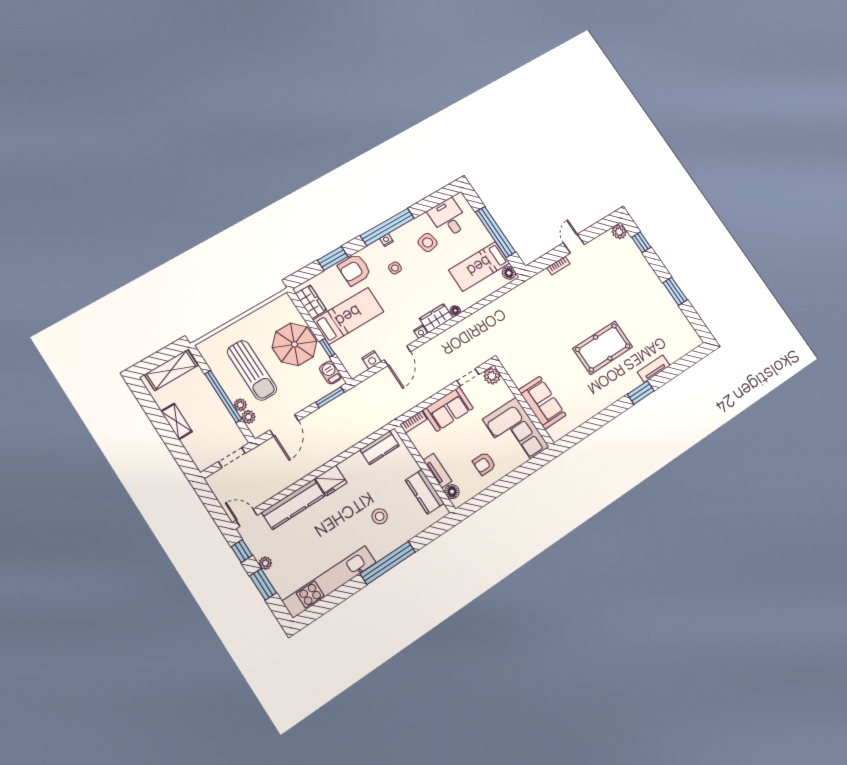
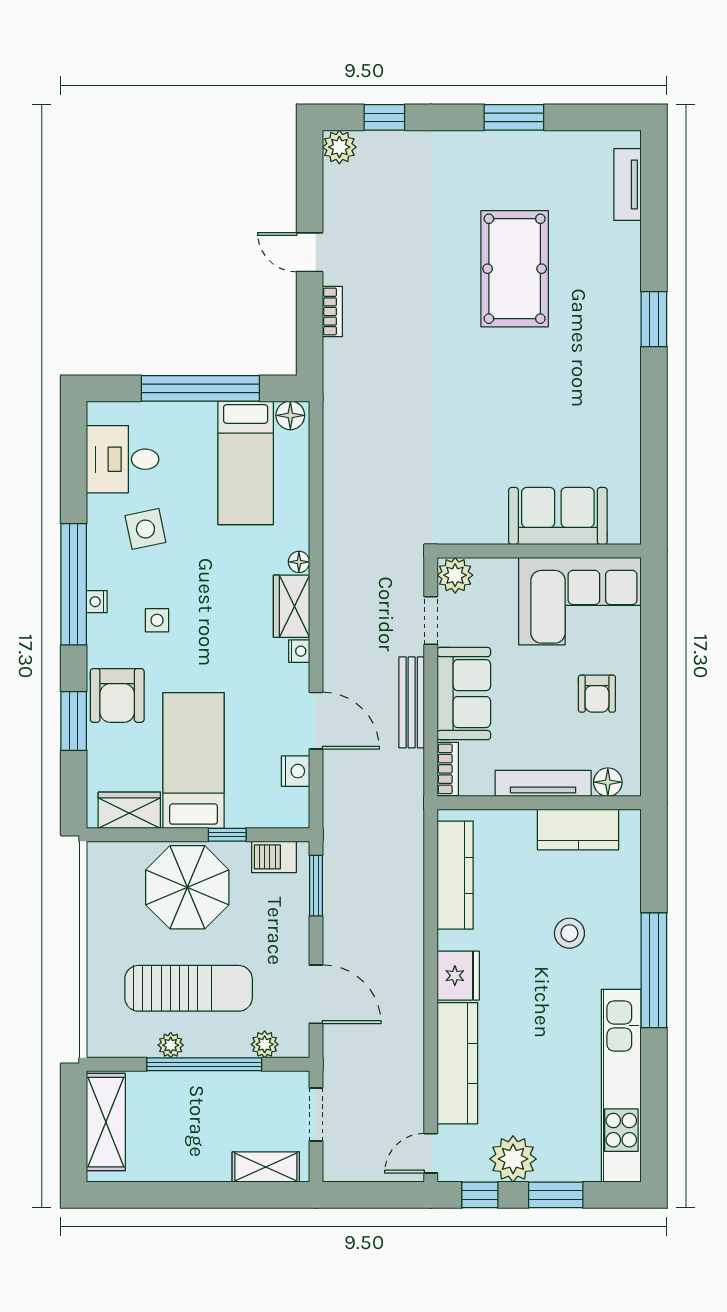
pool table: (603, 348) -> (515, 269), moved
tv unit: (654, 369) -> (628, 185), moved
bench: (430, 390) -> (412, 702), added
plant: (240, 405) -> (171, 1045), moved
shelving: (176, 421) -> (266, 1167), moved
kitchen counter: (380, 448) -> (455, 875), width x1.50
tv unit: (438, 471) -> (543, 783), width x1.41
plant: (265, 563) -> (513, 1159), width x1.88, depth x1.88

